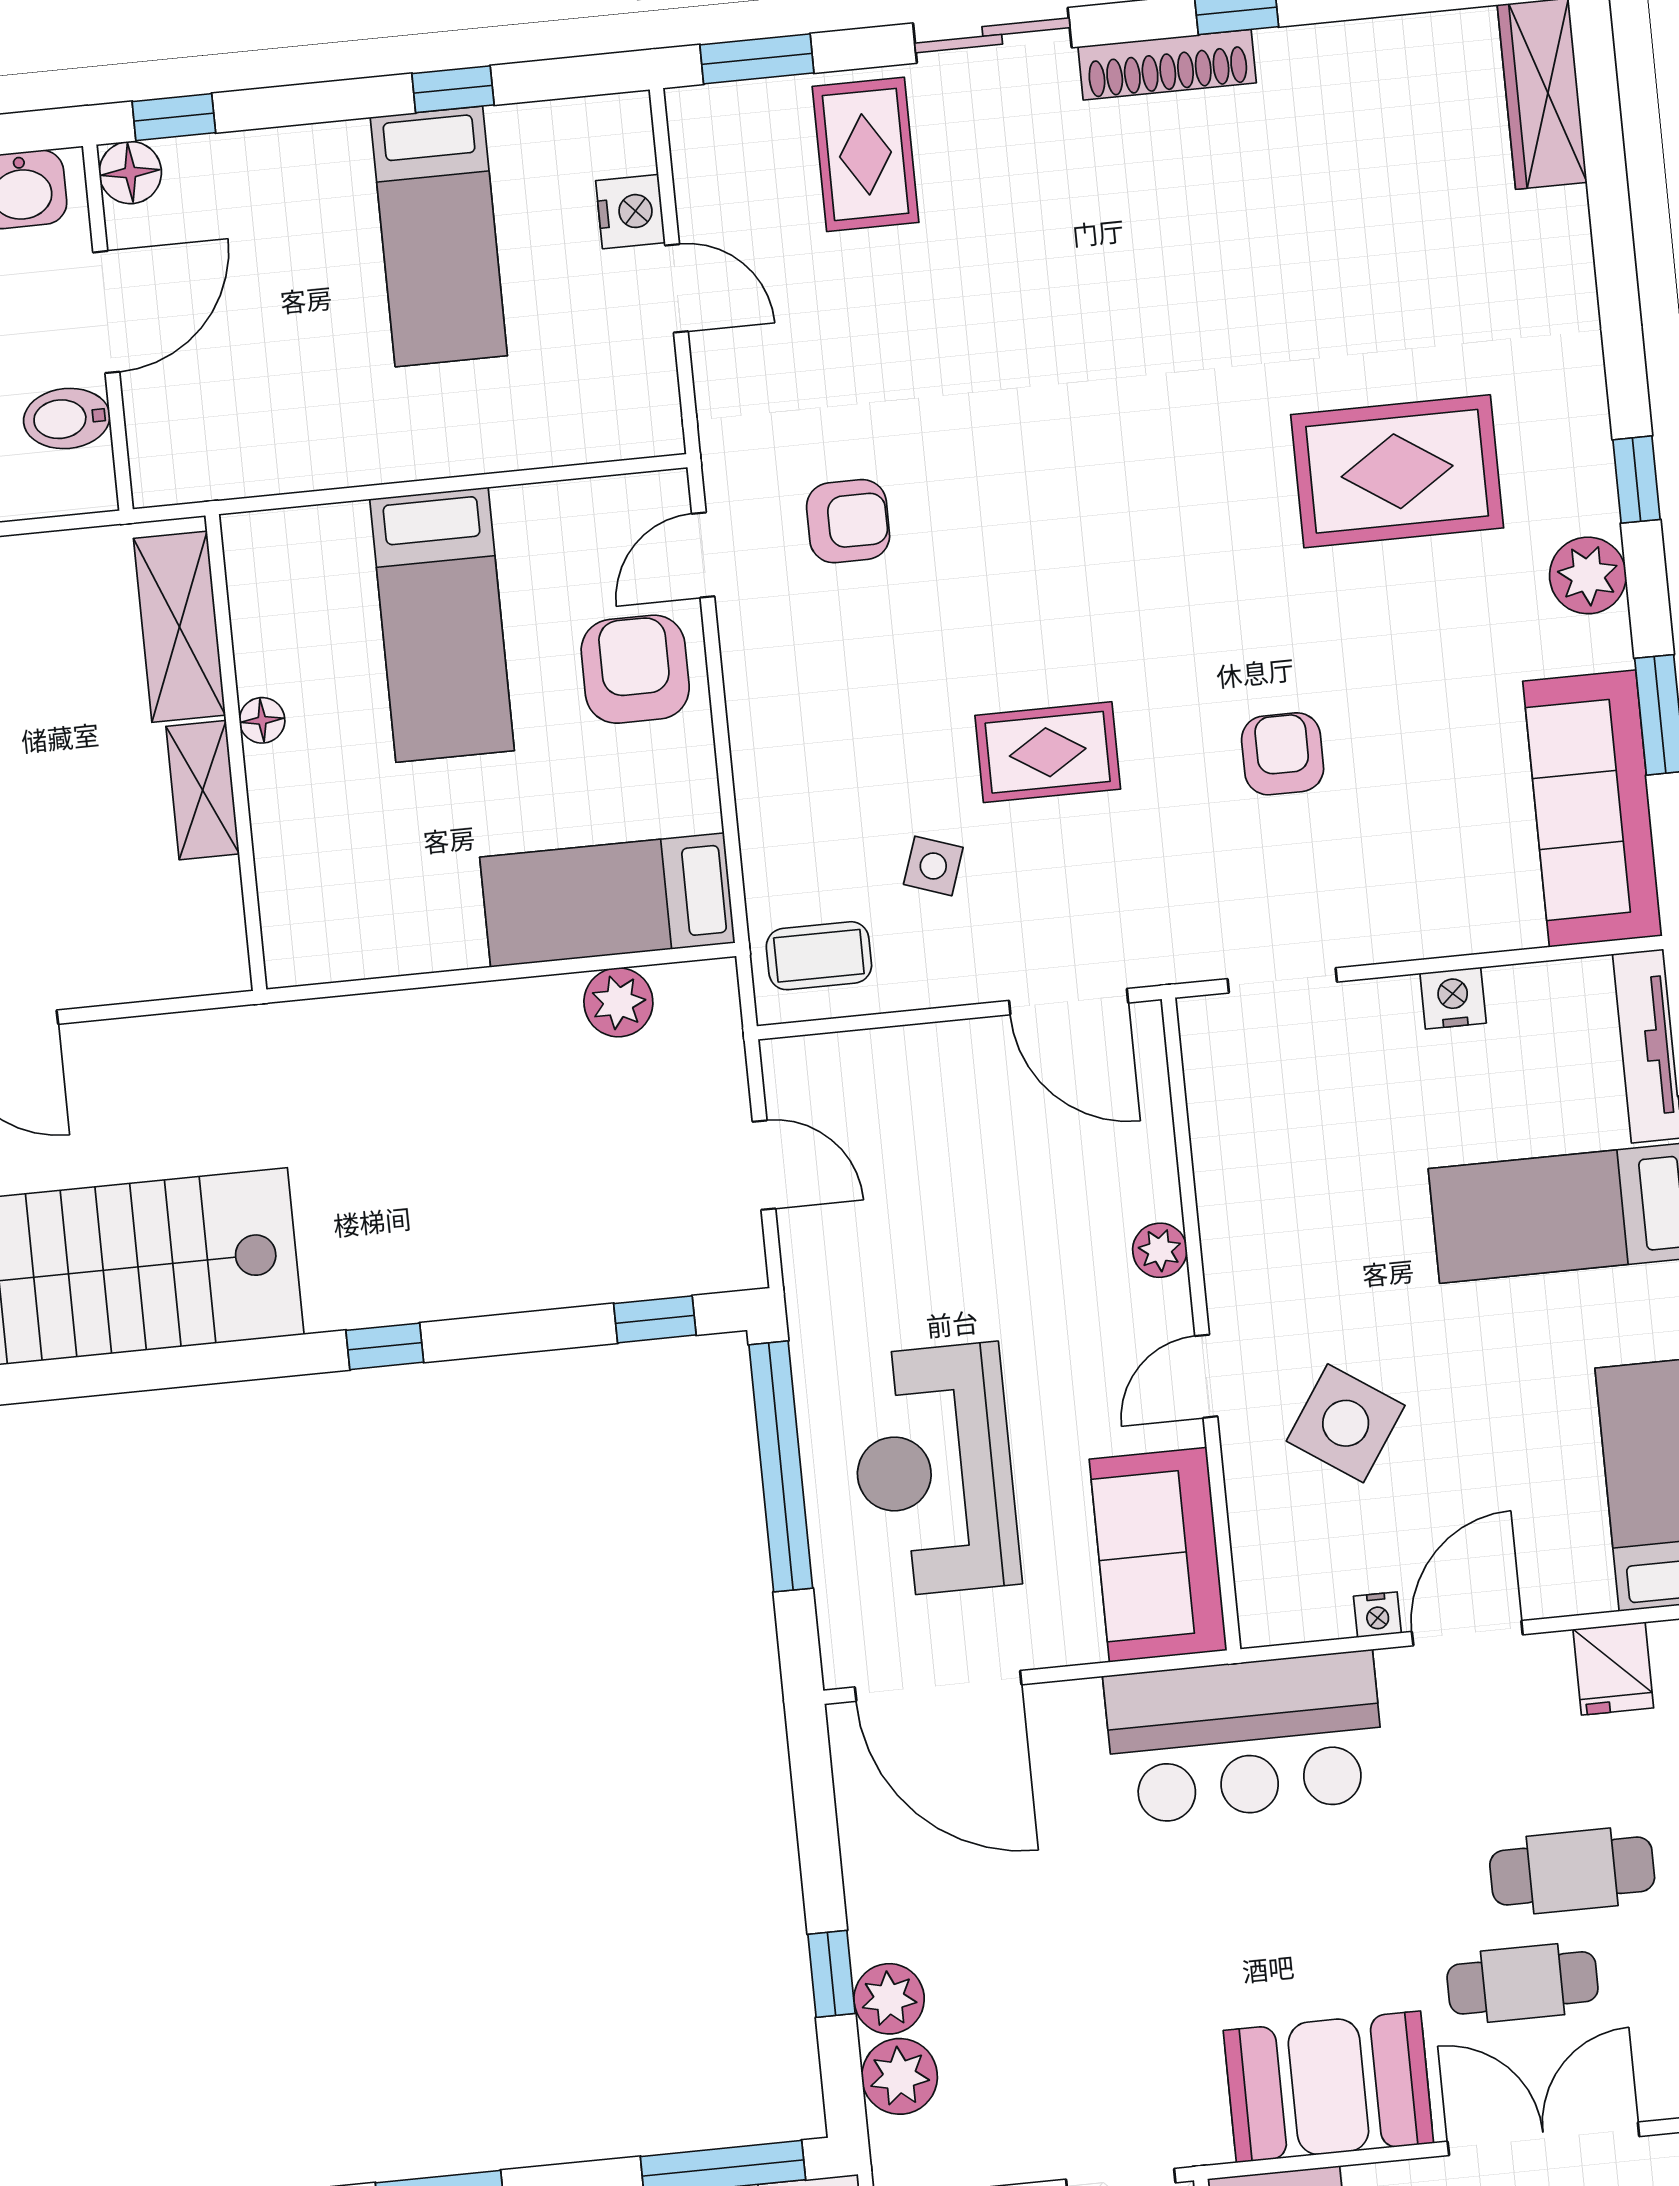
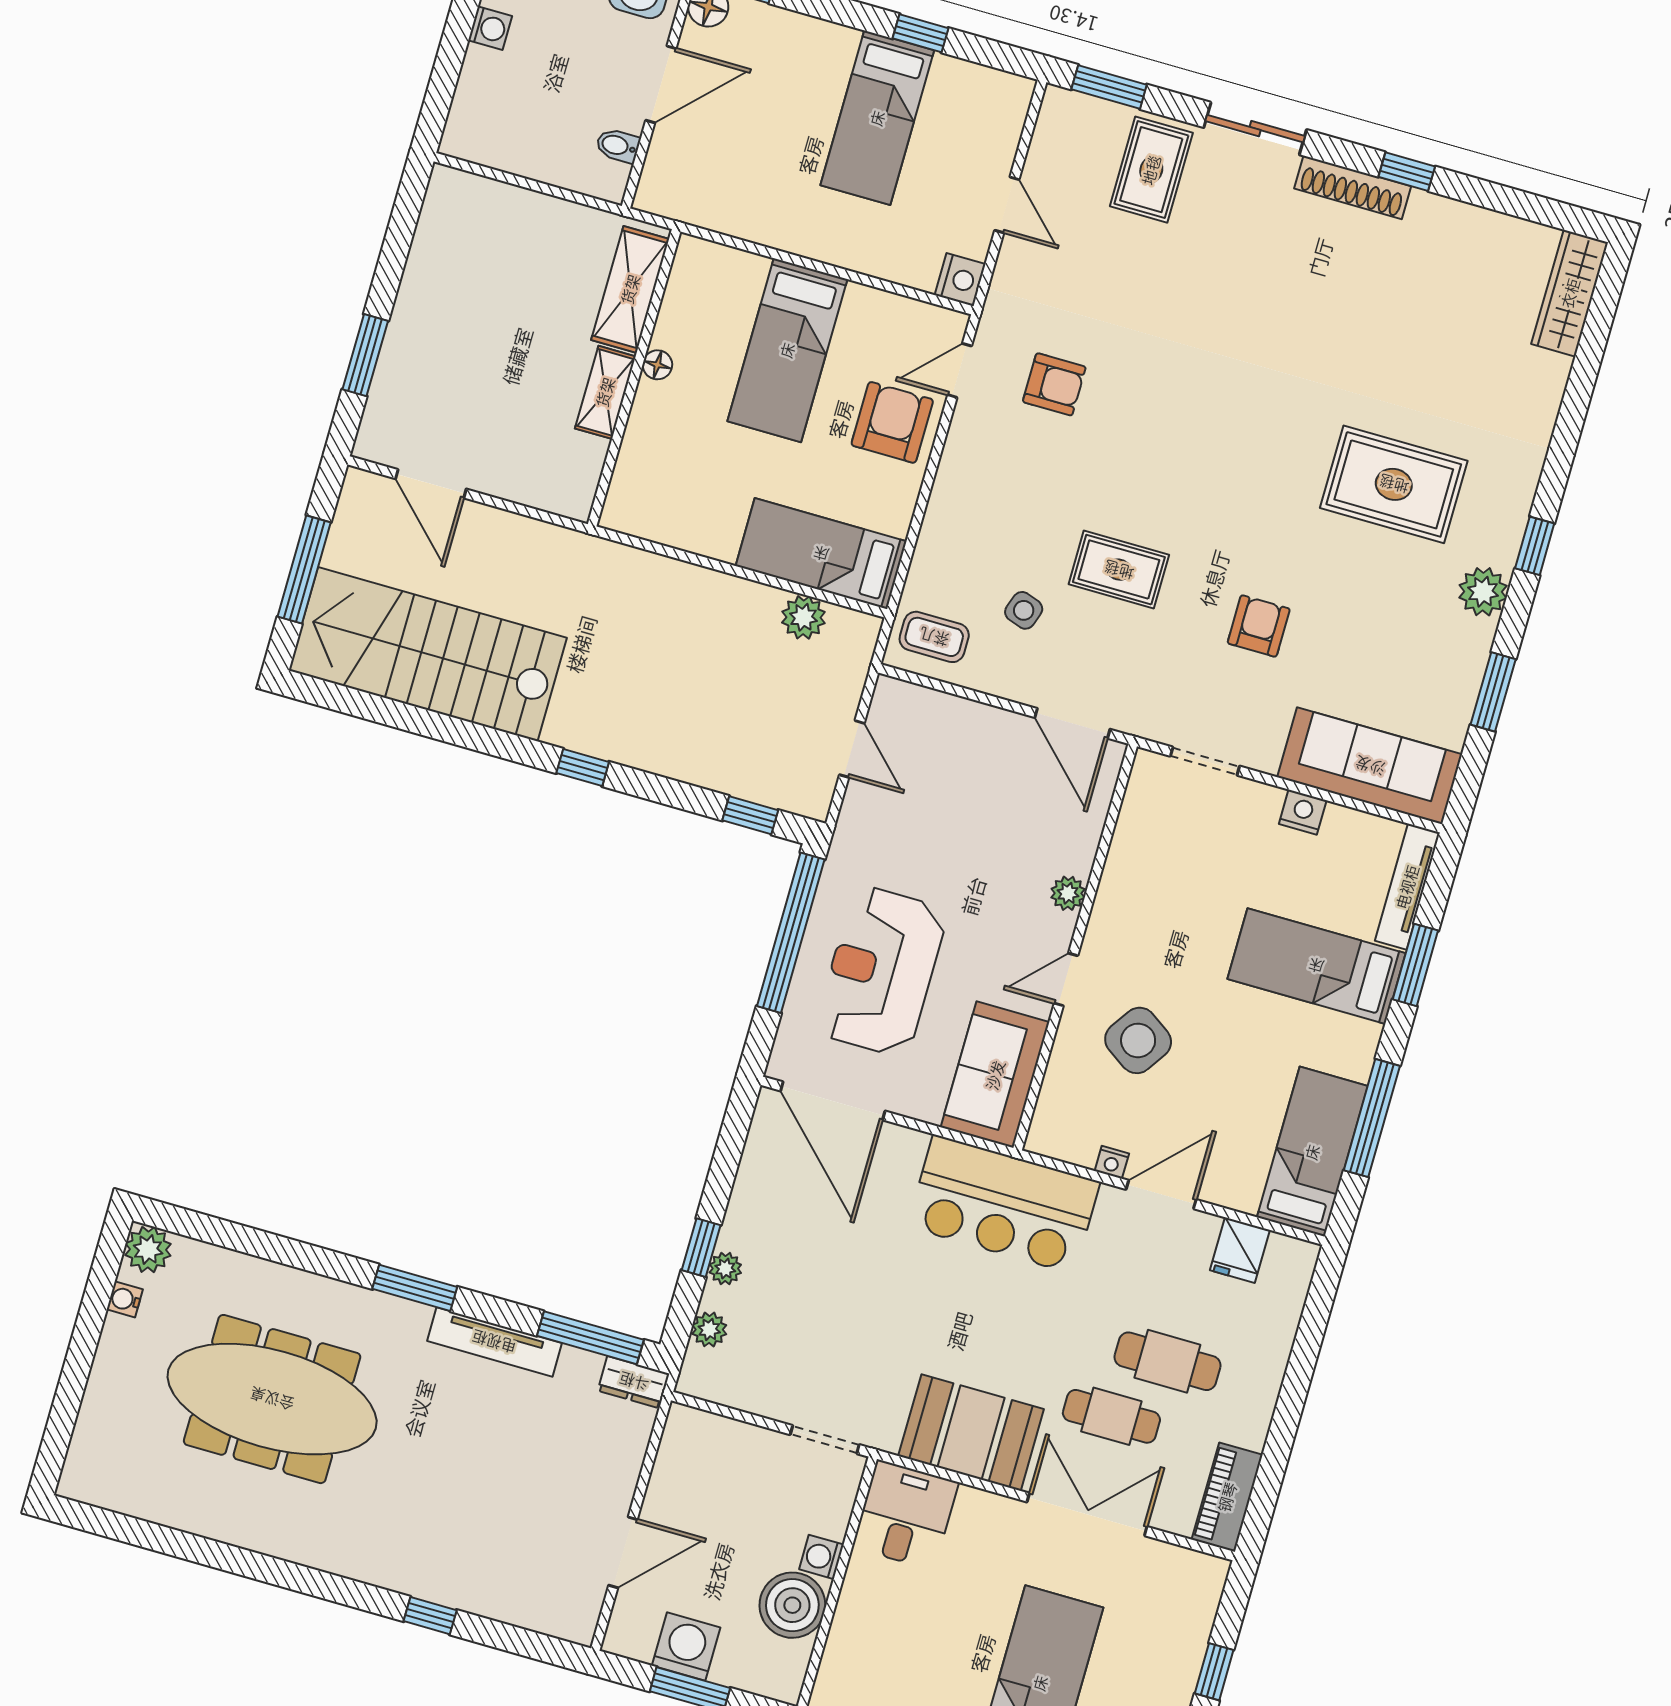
nightstand: (630, 212) -> (960, 279), moved
bidet: (67, 418) -> (618, 146), width x0.72, depth x0.74
sofa: (1593, 808) -> (1370, 766), moved, turned 90
plant: (889, 1999) -> (725, 1269), width x0.73, depth x0.73
plant: (900, 2076) -> (709, 1329), width x0.73, depth x0.73

